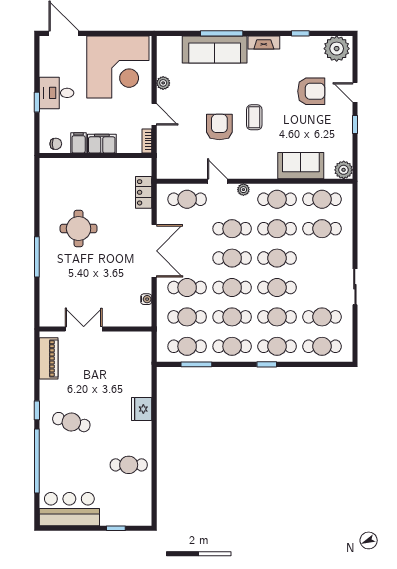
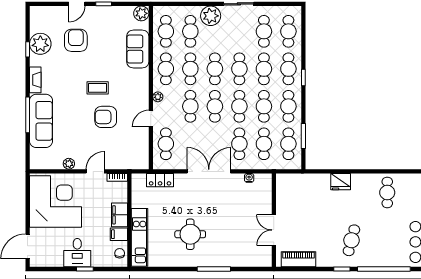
plant: (337, 49) -> (40, 44), moved
kitchen unit: (75, 168) -> (140, 237), added
plant: (341, 253) -> (211, 16), added

